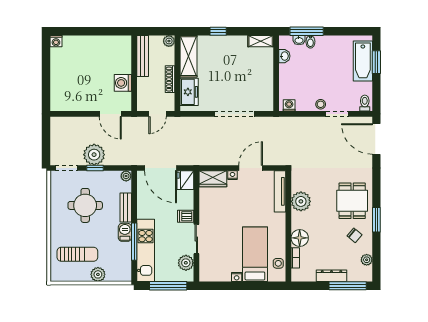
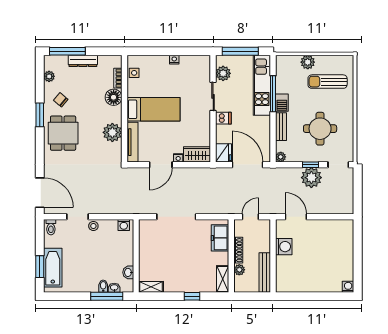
plant: (169, 41) -> (239, 270), moved
shelving: (188, 56) -> (223, 279), width x0.67, depth x0.75
bed: (255, 254) -> (153, 109), moved, turned -90

